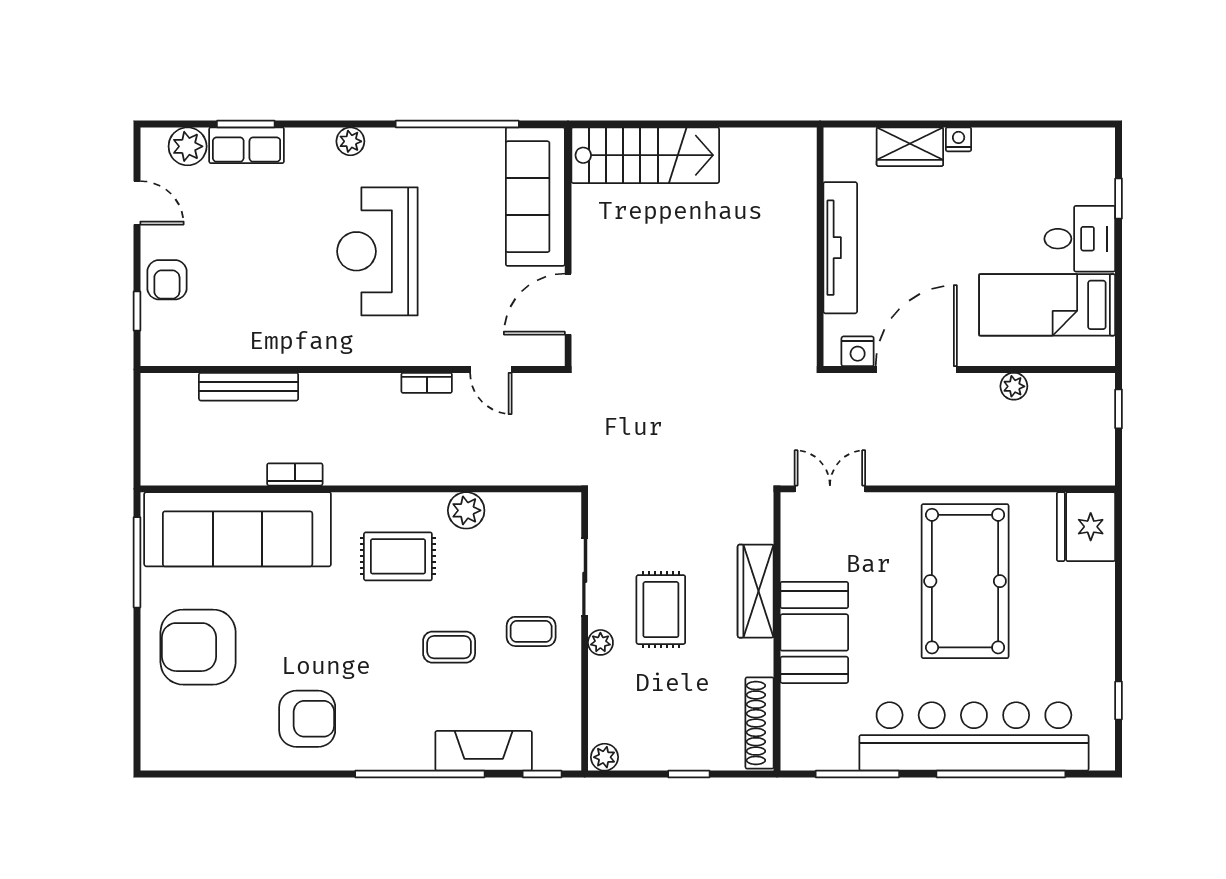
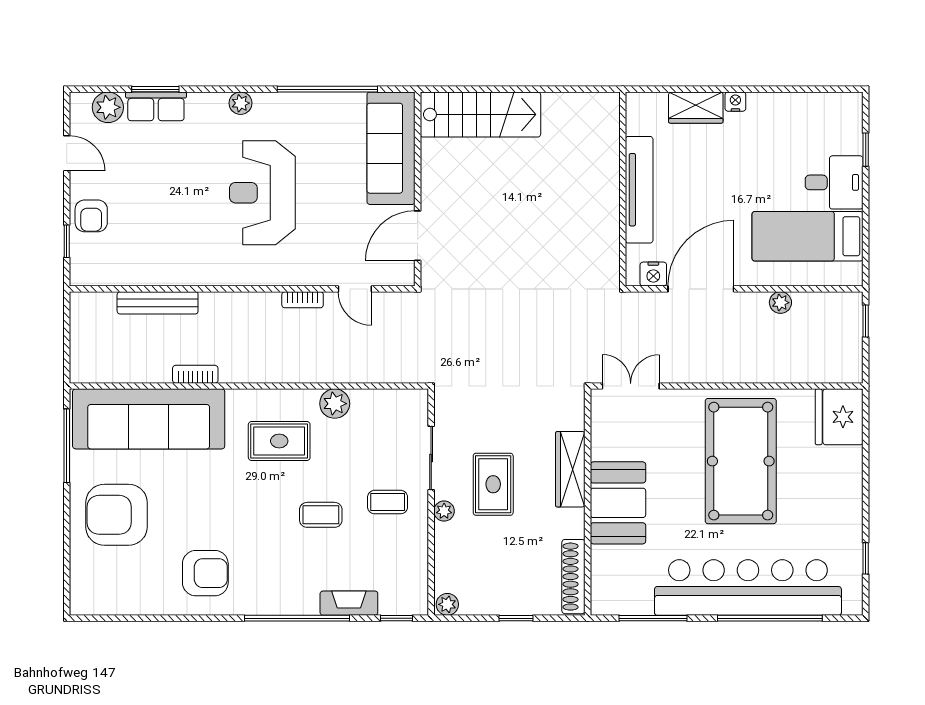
fireplace: (484, 751) -> (349, 603), width x0.73, depth x0.76

